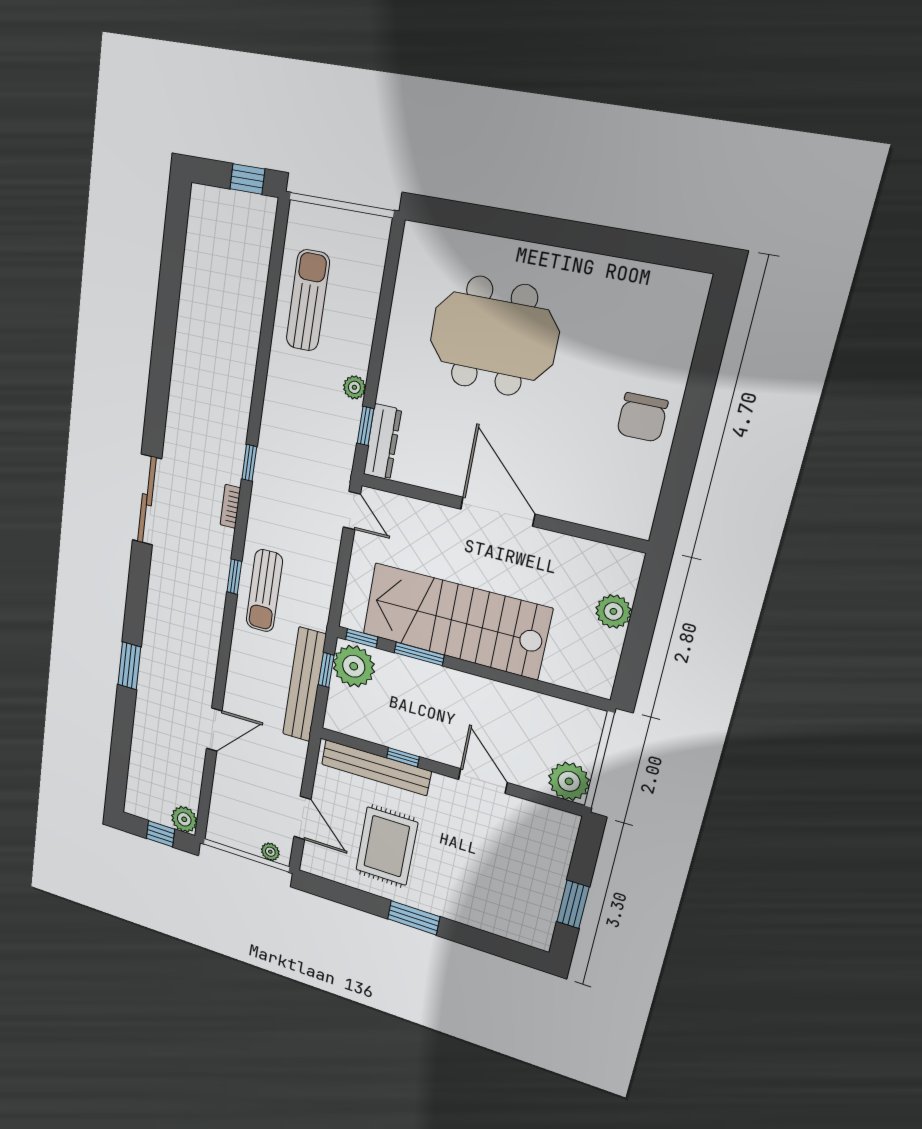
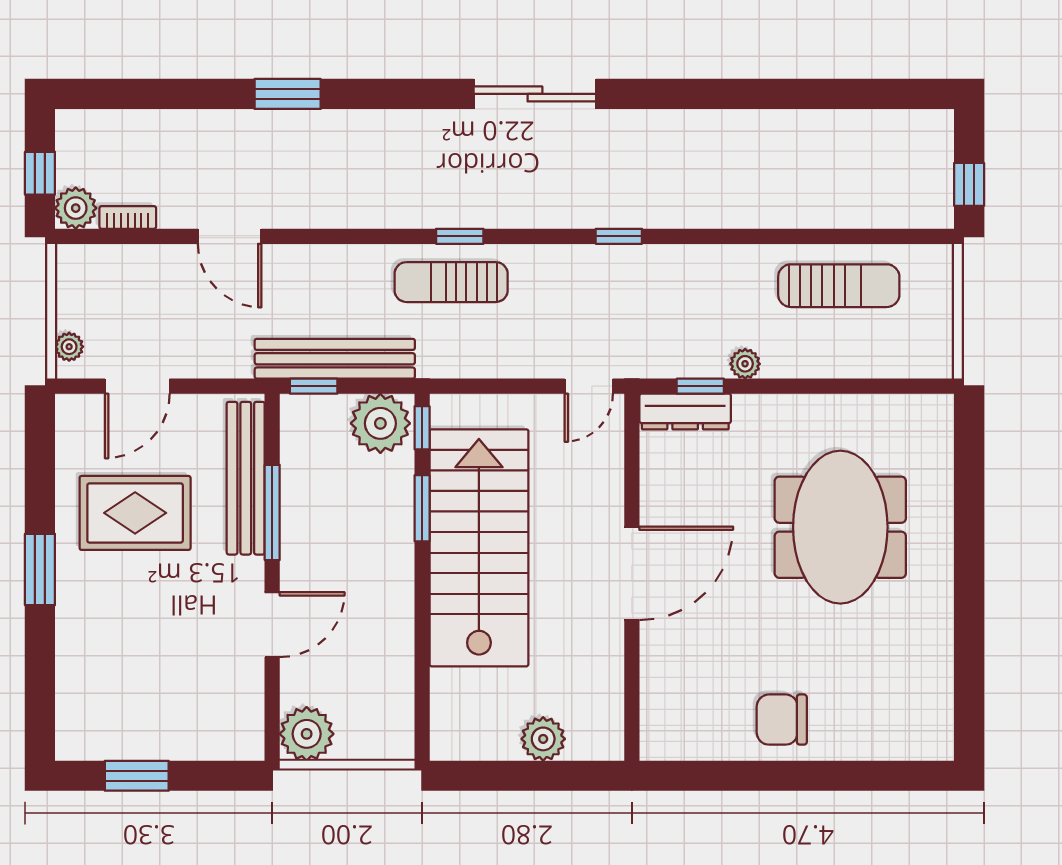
bookcase: (230, 506) -> (128, 217), moved
window: (326, 670) -> (314, 386), moved
window: (403, 757) -> (272, 512), width x2.17

